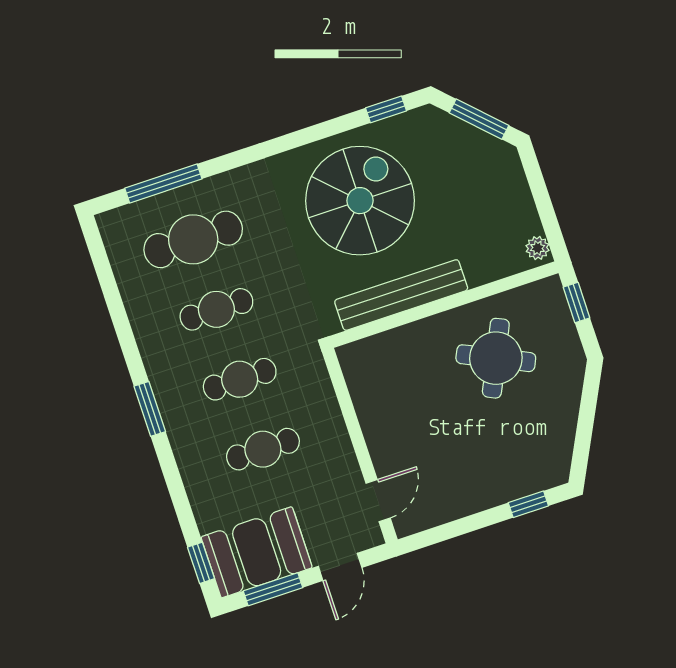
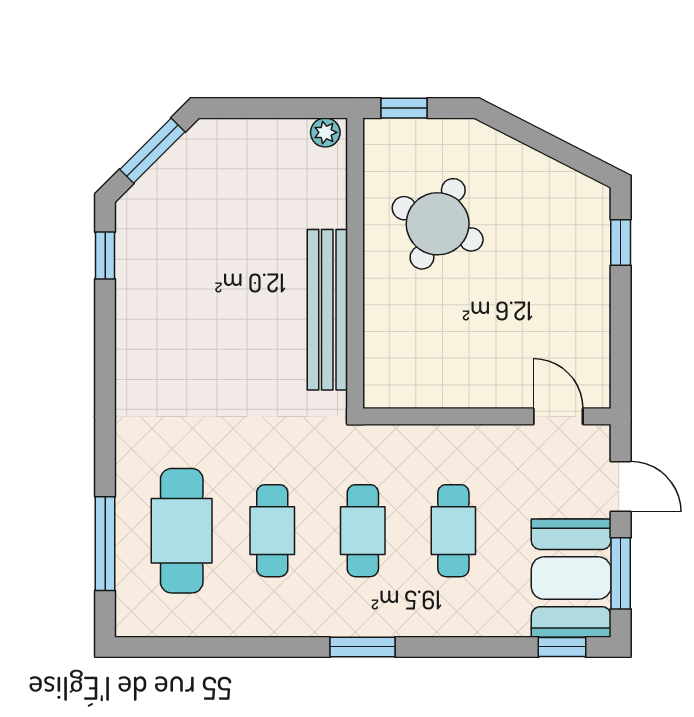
spiral stairs: (360, 201) -> (201, 321), removed

